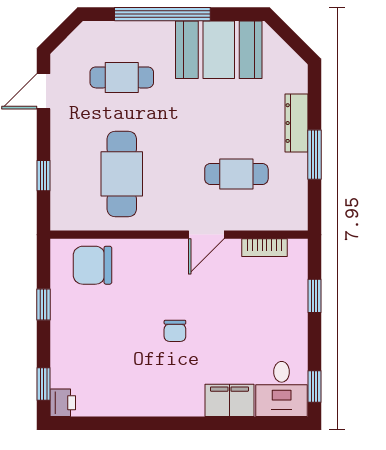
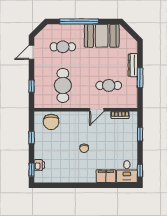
chair: (93, 265) -> (51, 122), turned -90
printer: (63, 403) -> (39, 165), moved

